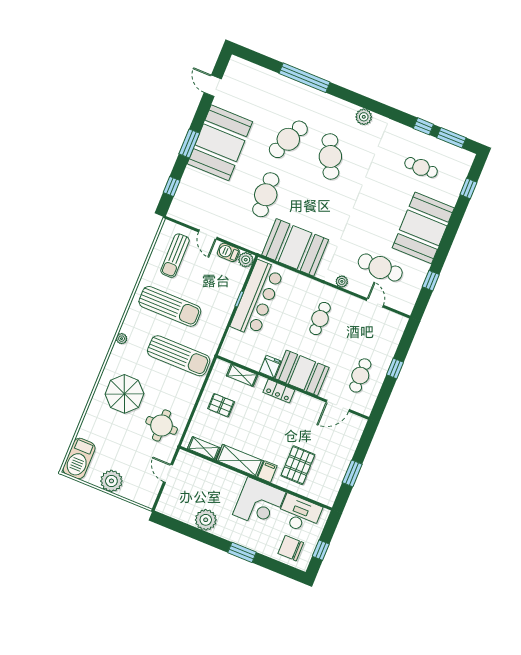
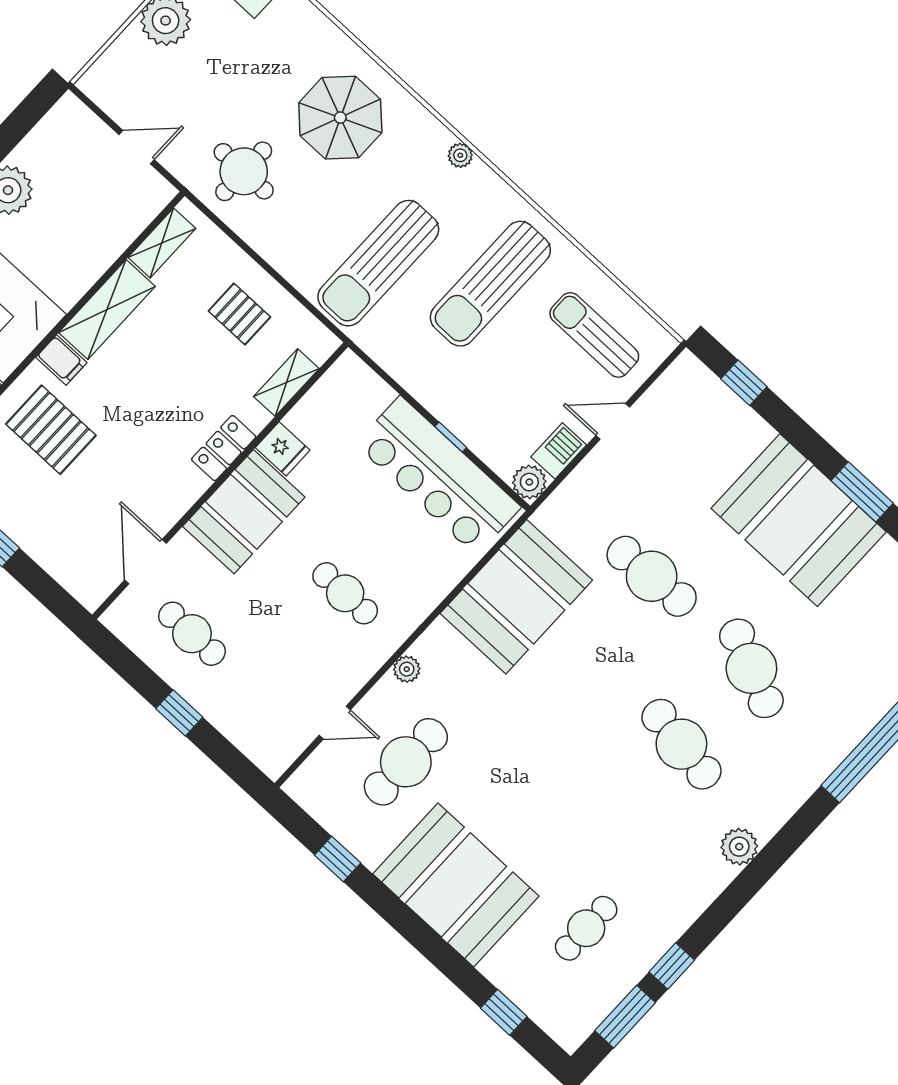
window: (189, 144) -> (862, 492), moved
cafe table: (330, 156) -> (681, 744), turned 33
pallet: (221, 405) -> (239, 314), turned 90

